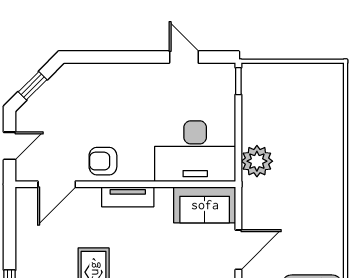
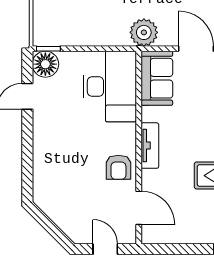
floor lamp: (221, 78) -> (45, 64), added
window: (33, 86) -> (52, 229), removed
plant: (257, 161) -> (144, 32), moved

